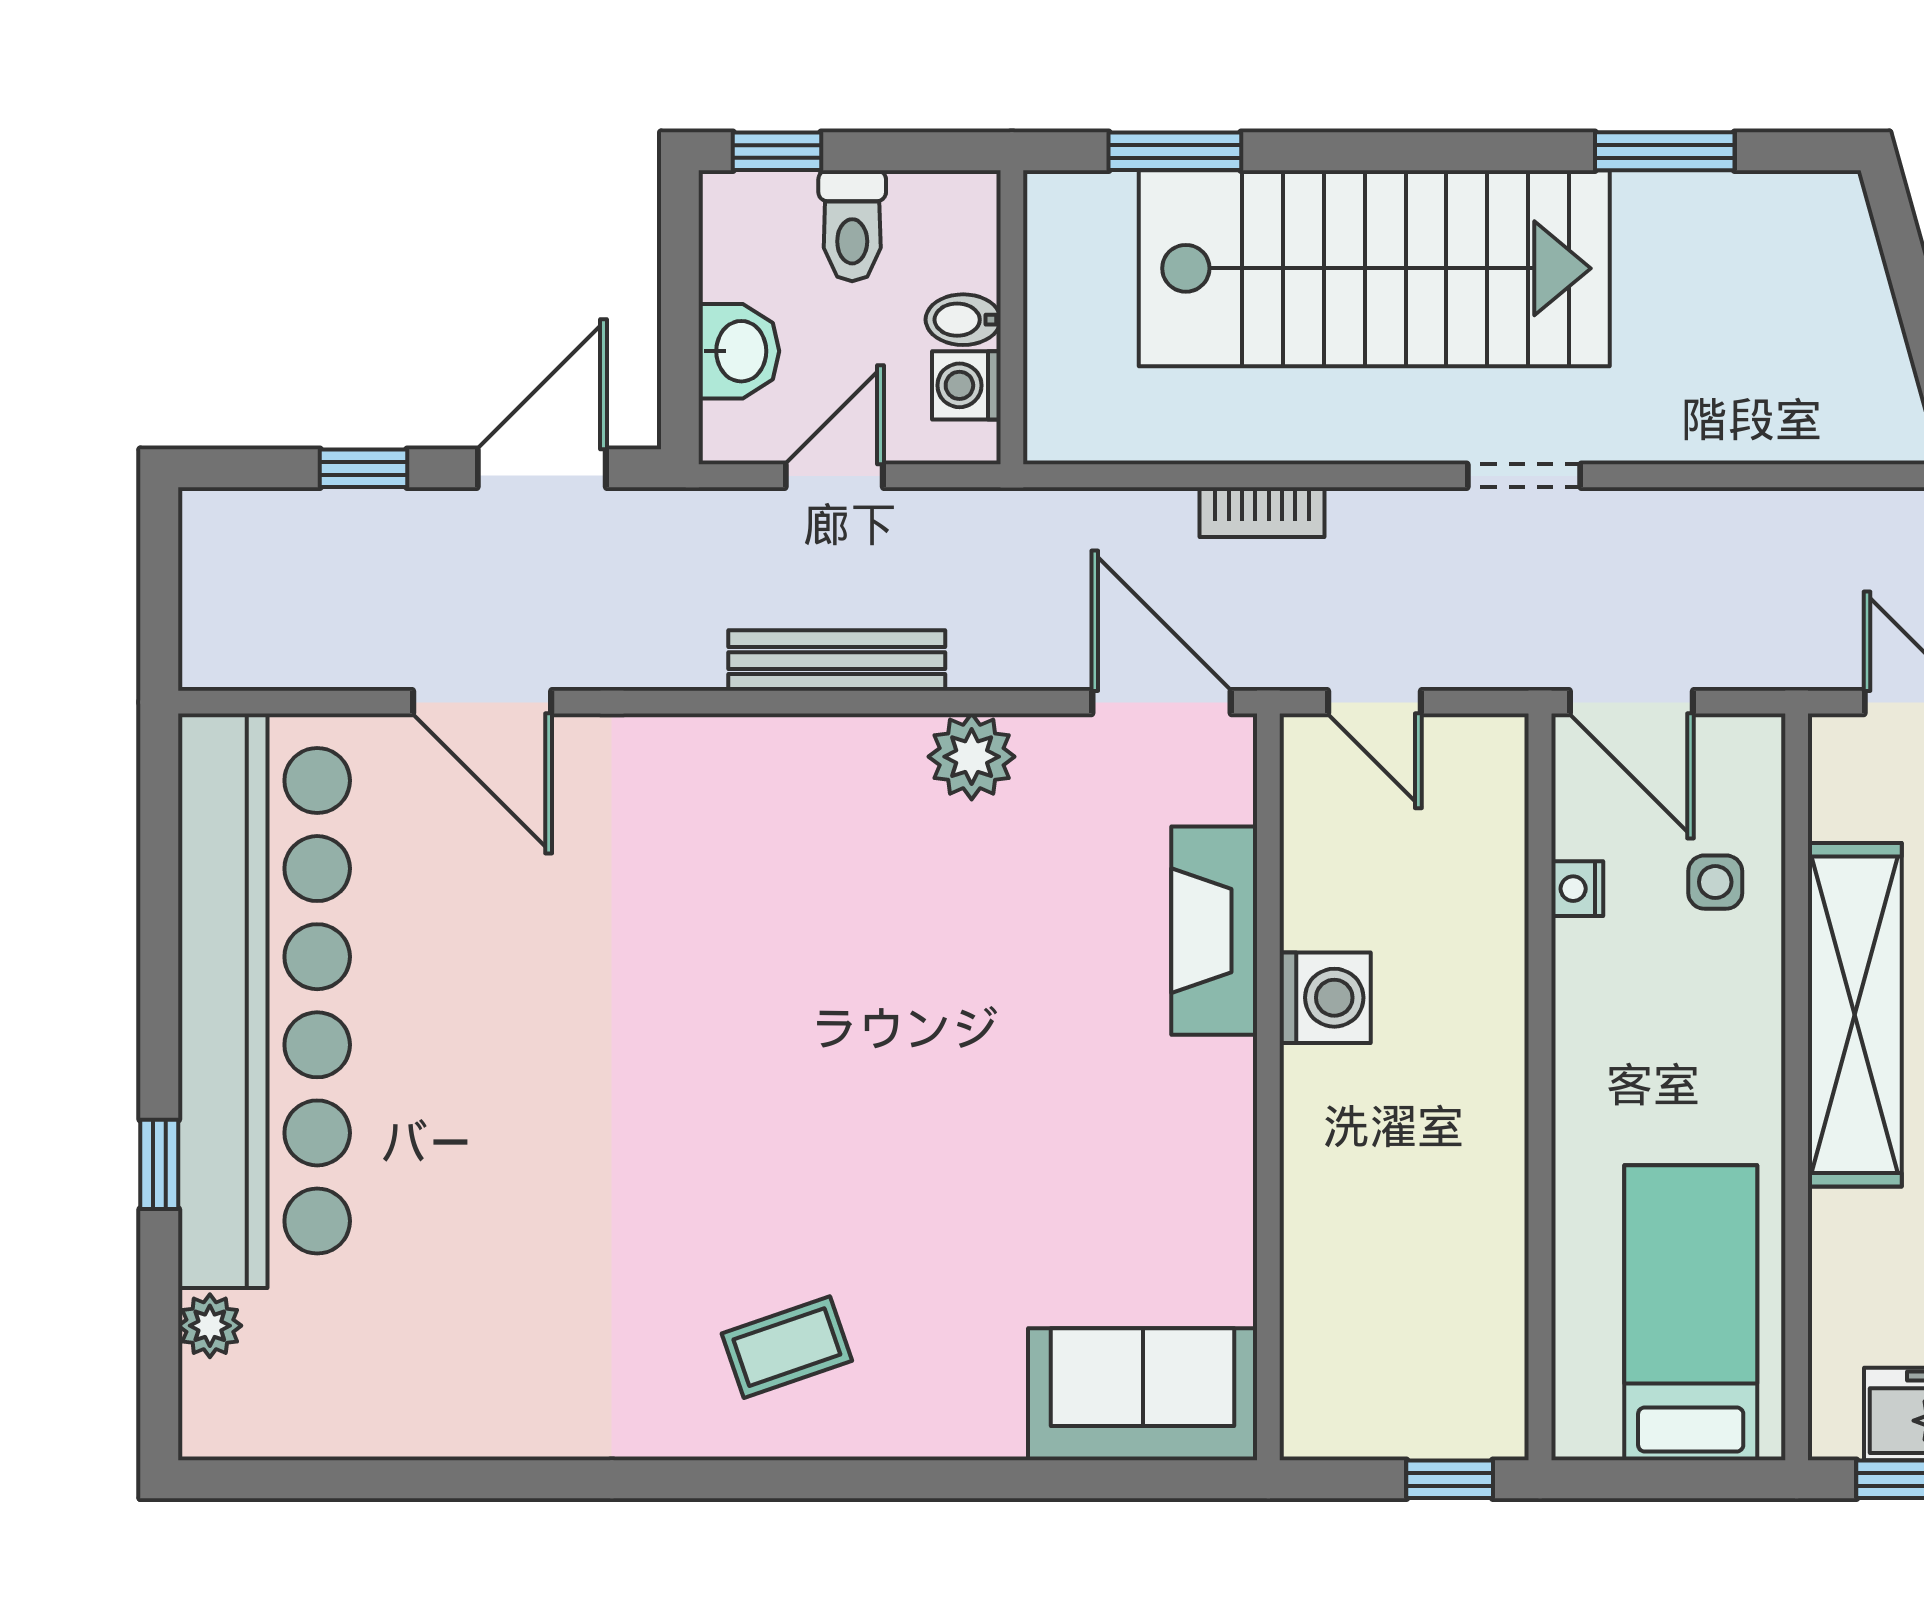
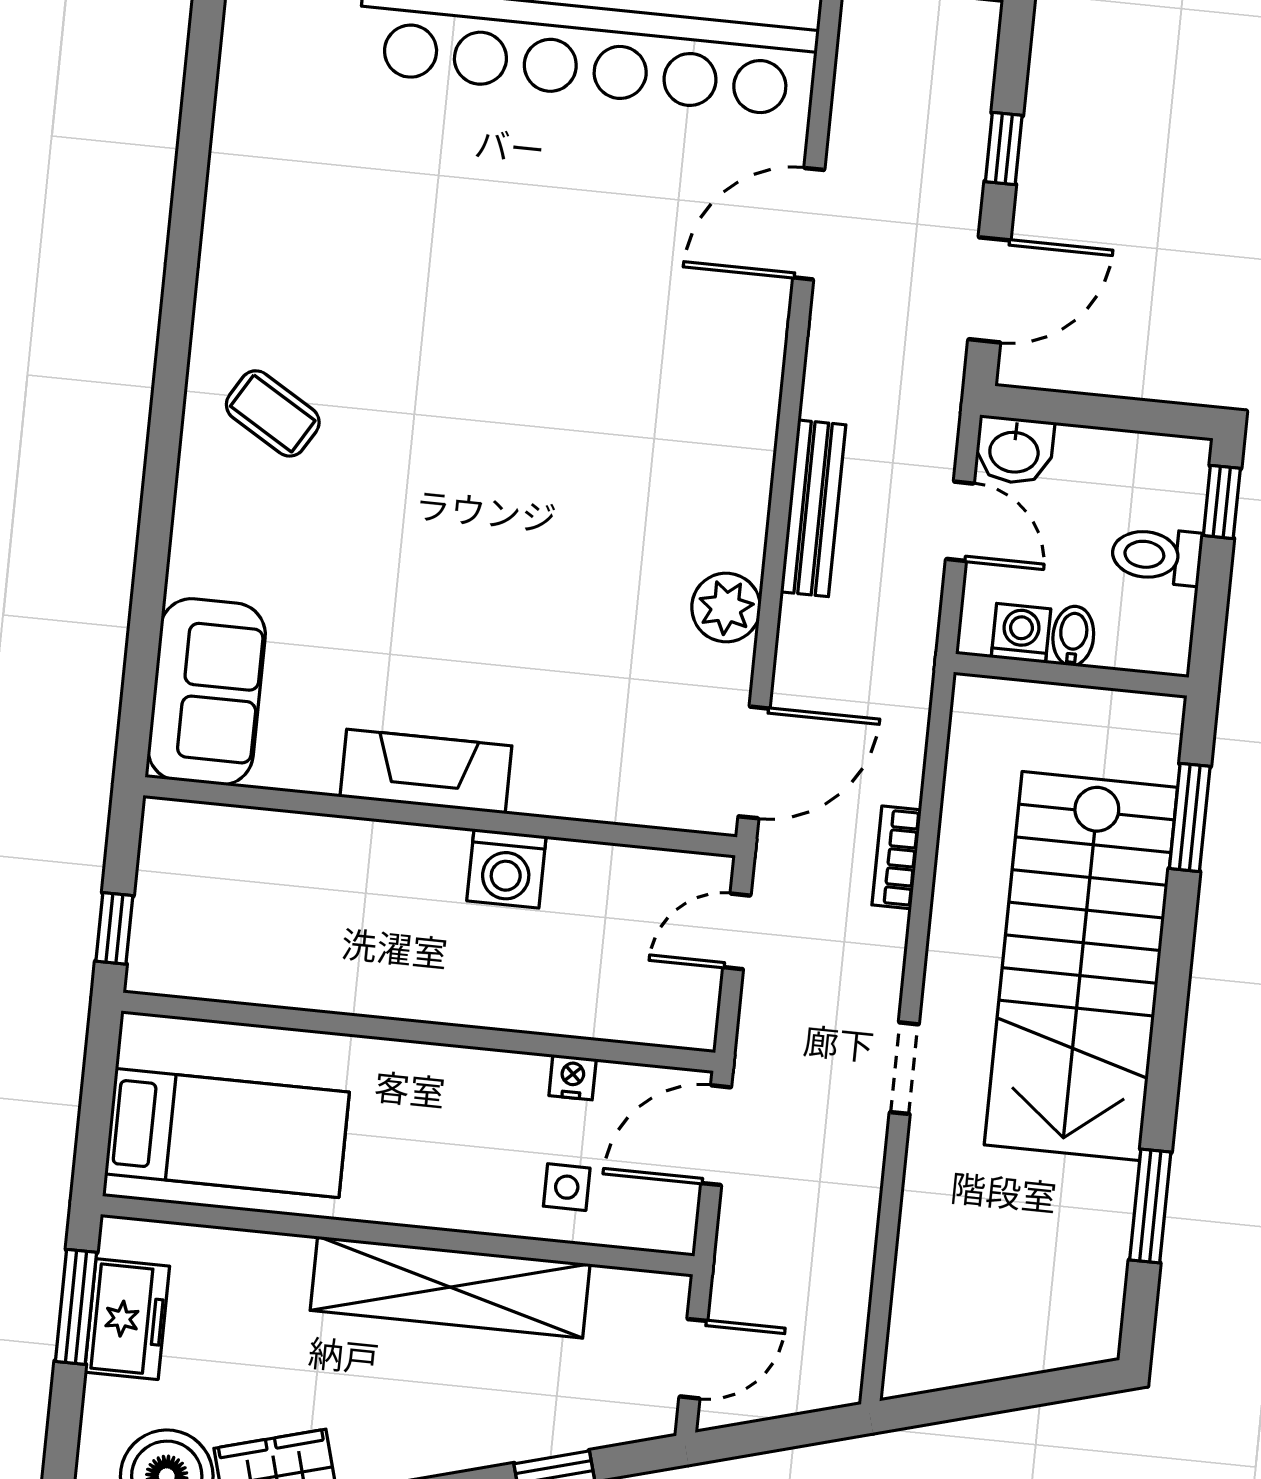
washbasin: (739, 351) -> (1014, 450), moved
door: (542, 468) -> (989, 290), hinge flipped
fireplace: (1214, 931) -> (426, 771), moved
coffee table: (787, 1347) -> (273, 413), turned -40

